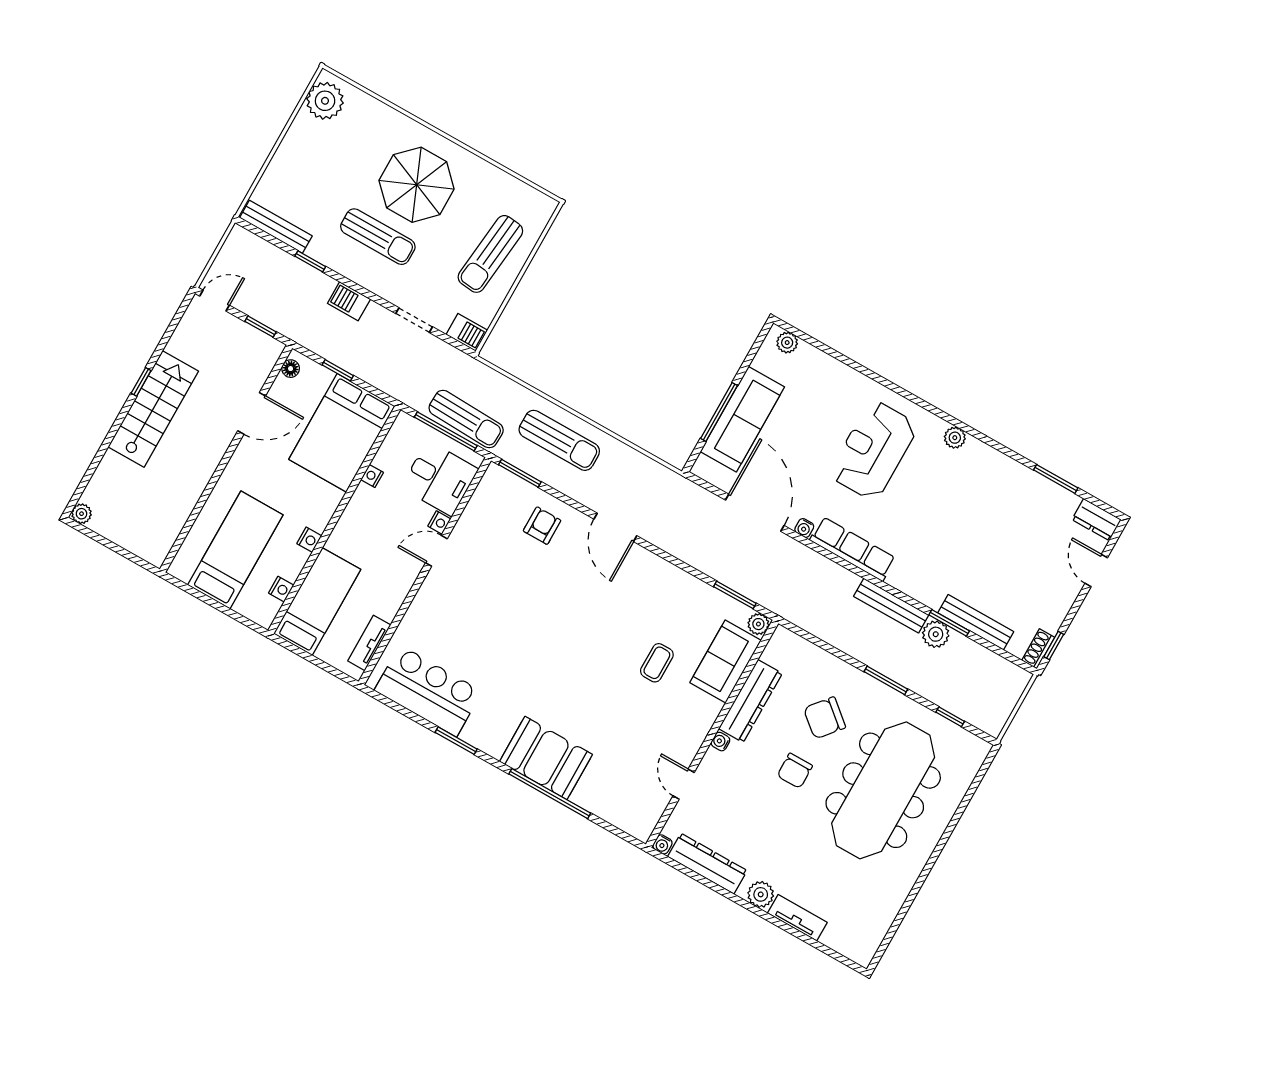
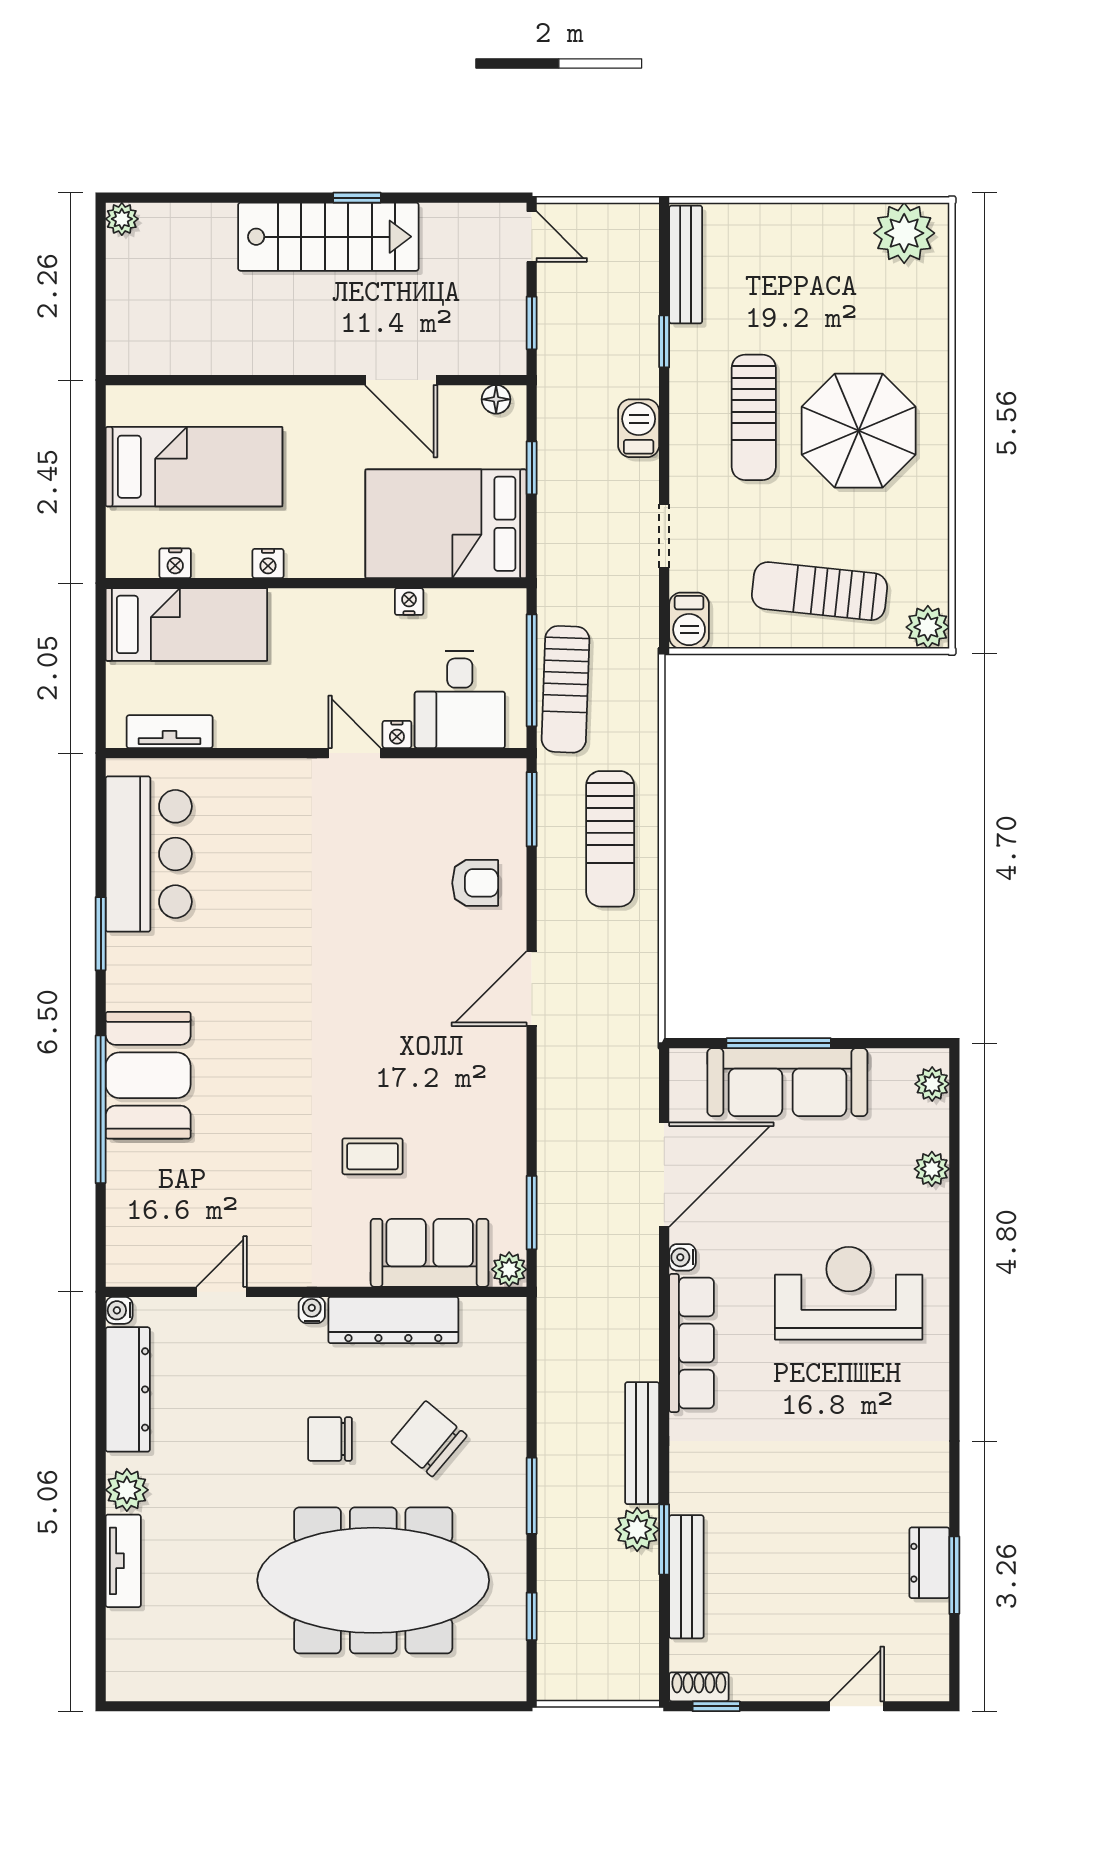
plant: (542, 207) -> (928, 627), added
plant: (955, 438) -> (932, 1169), moved
dresser: (1097, 520) -> (929, 1563), moved

